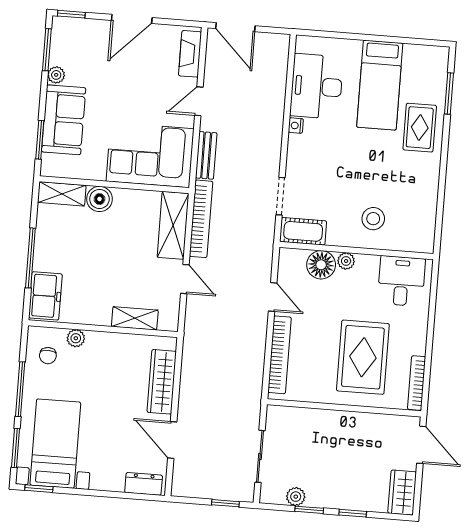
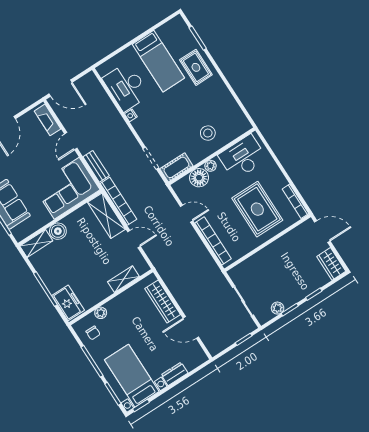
desk: (401, 281) -> (243, 157), width x1.37
dresser: (144, 484) -> (175, 374), moved

